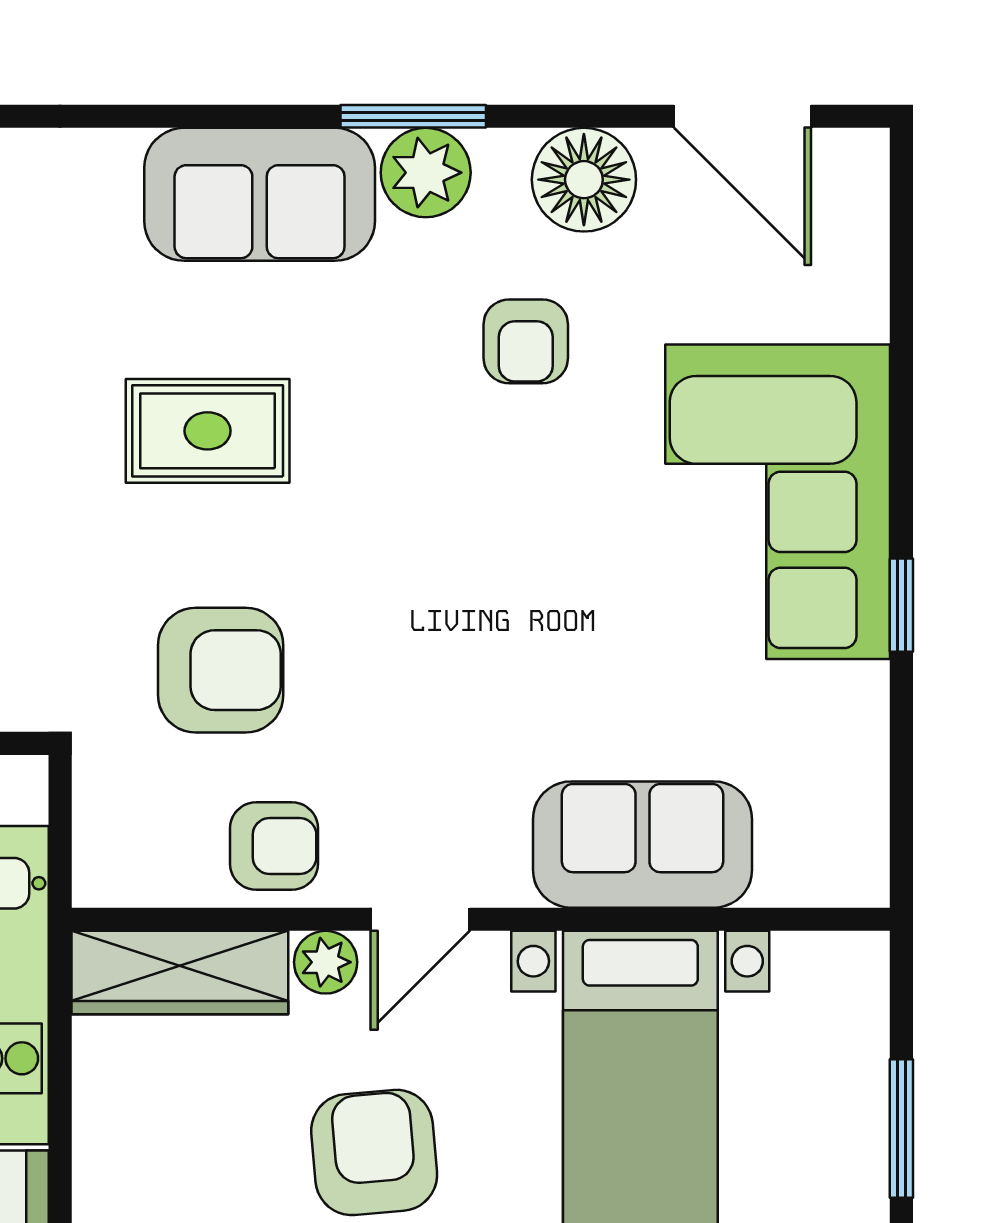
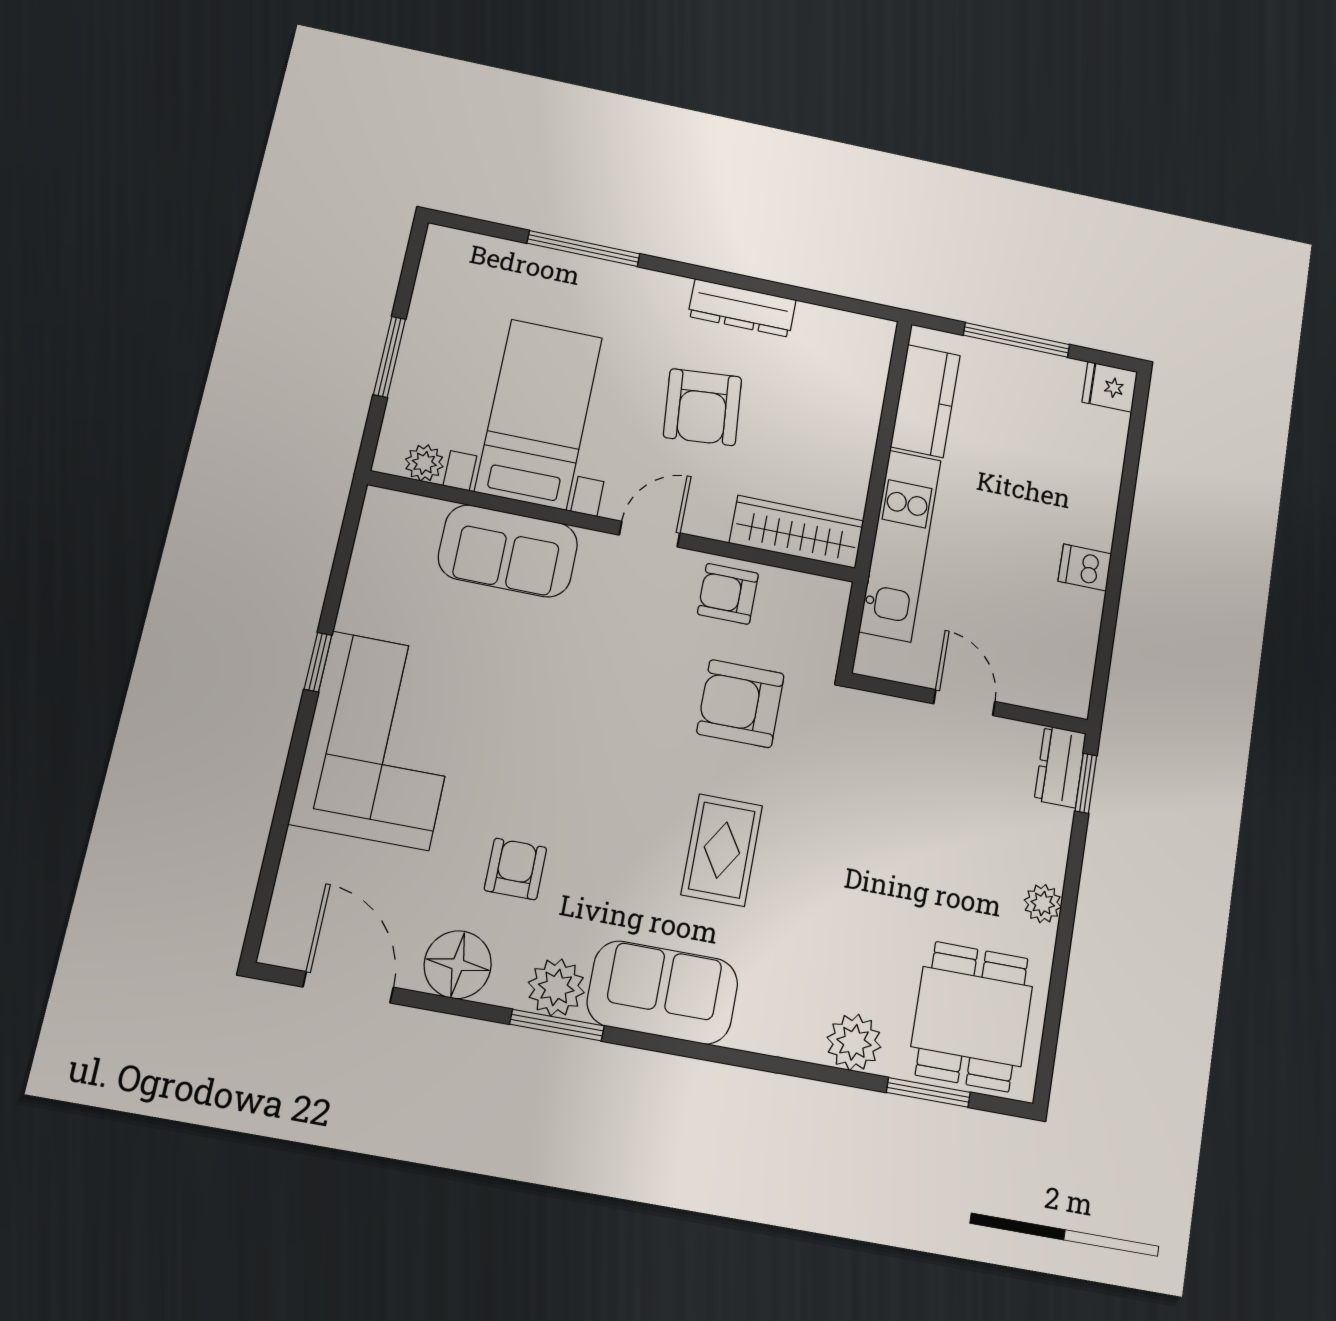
rug: (208, 431) -> (722, 850), turned 90
plant: (326, 962) -> (424, 463), moved

